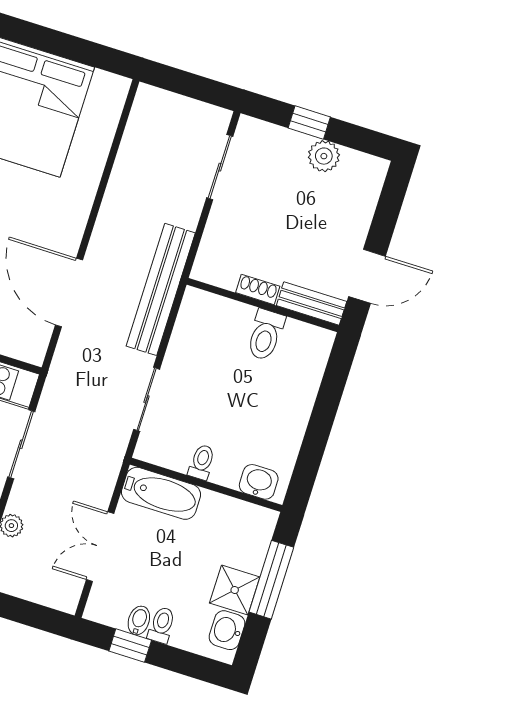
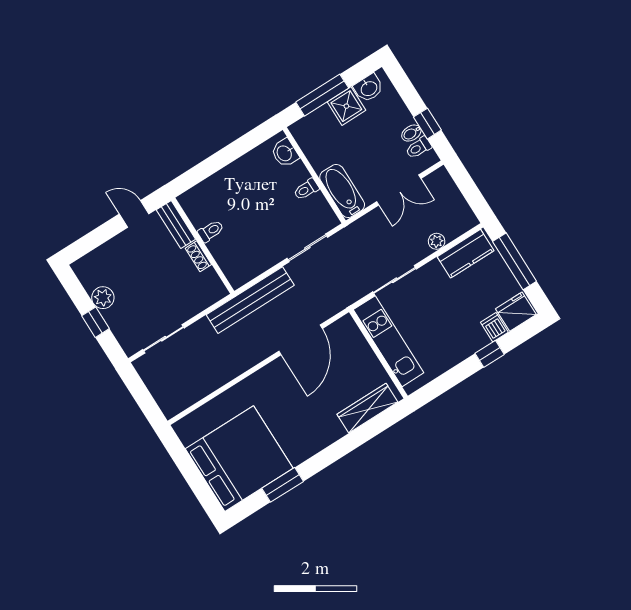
door: (367, 276) -> (134, 214), width x0.73
toilet: (266, 335) -> (211, 231), width x0.73, depth x0.72
toilet: (162, 625) -> (419, 148), moved

